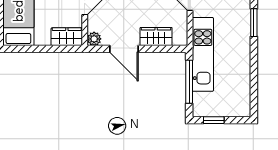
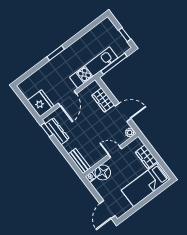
wardrobe: (67, 37) -> (146, 157), moved
door: (124, 49) -> (123, 112), hinge flipped

